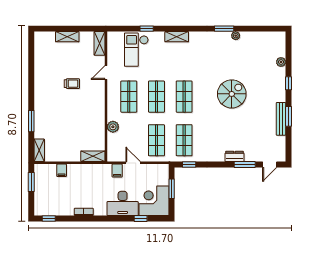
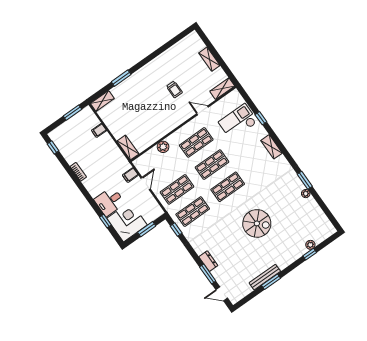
window: (288, 83) -> (310, 254), moved
desk: (123, 203) -> (109, 201), width x0.73

